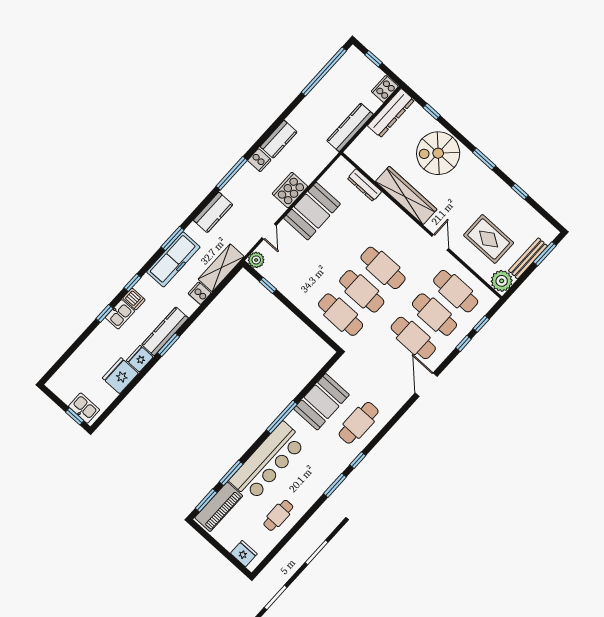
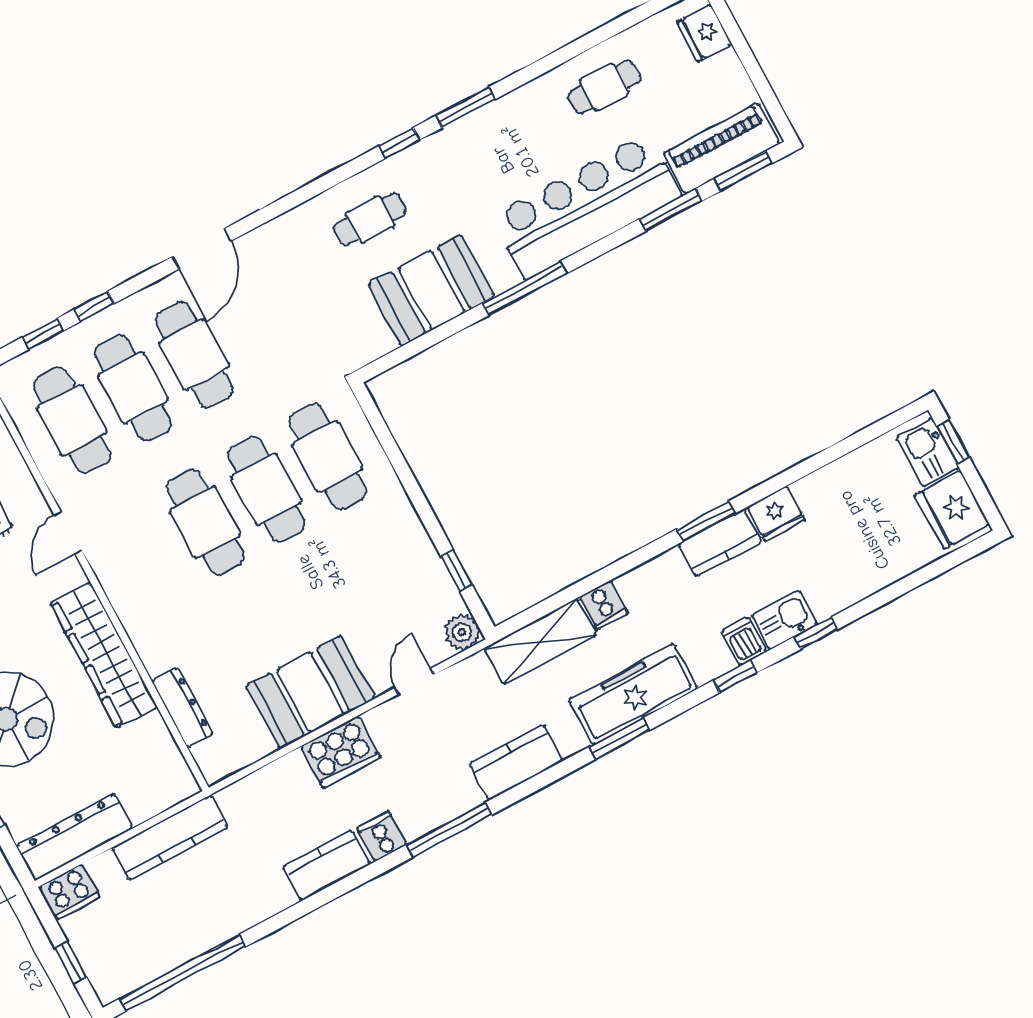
kitchen counter: (165, 331) -> (720, 543), width x0.67
fridge: (120, 376) -> (952, 510), moved, turned 90
cafe table: (359, 423) -> (370, 219), width x0.73, depth x0.74

